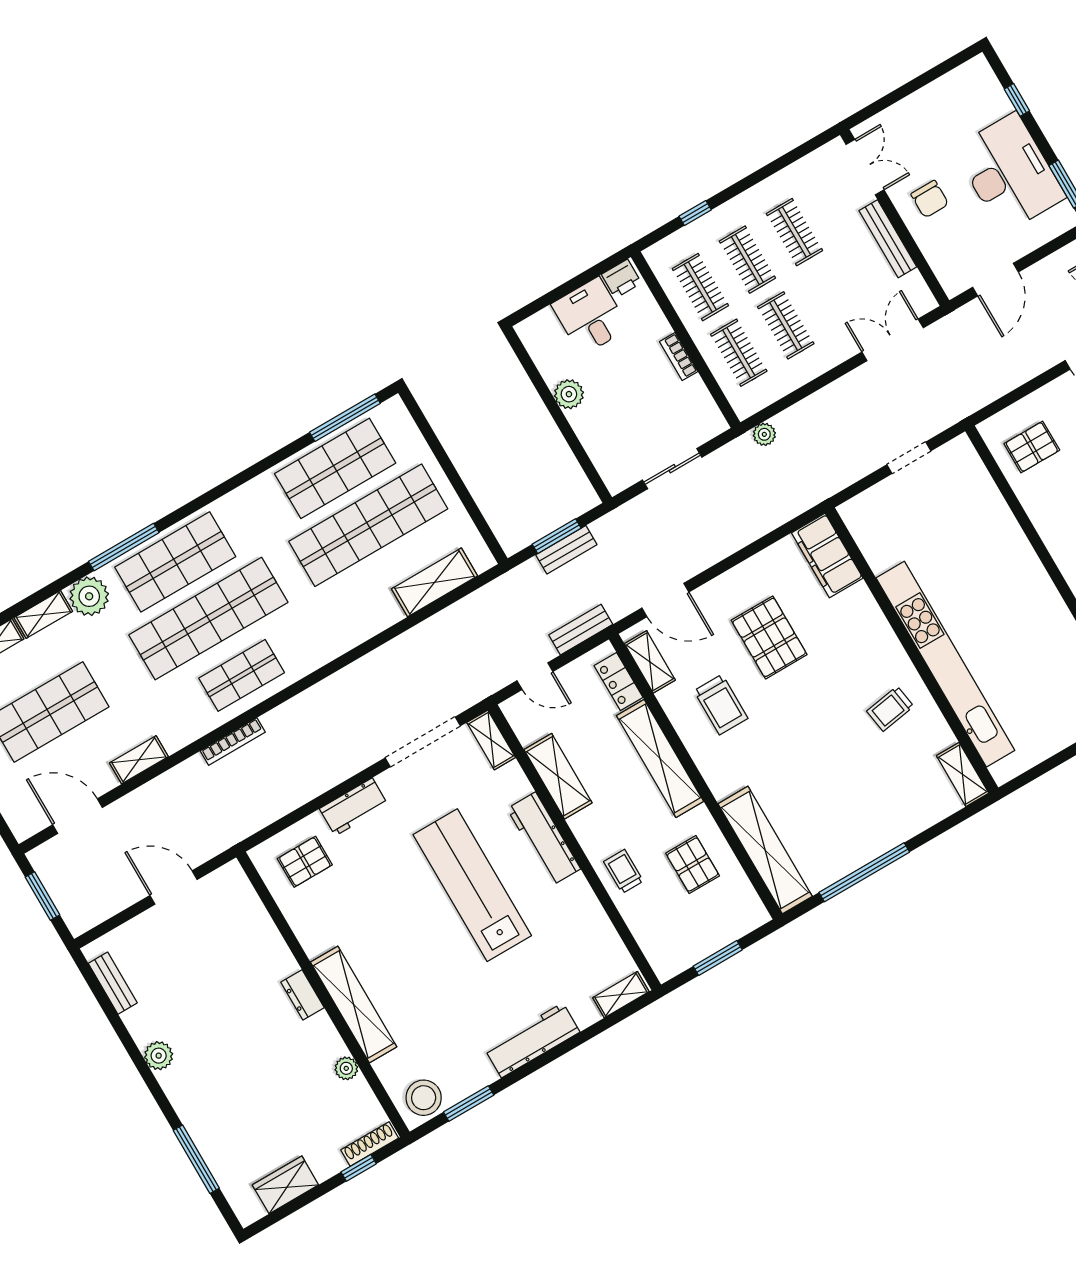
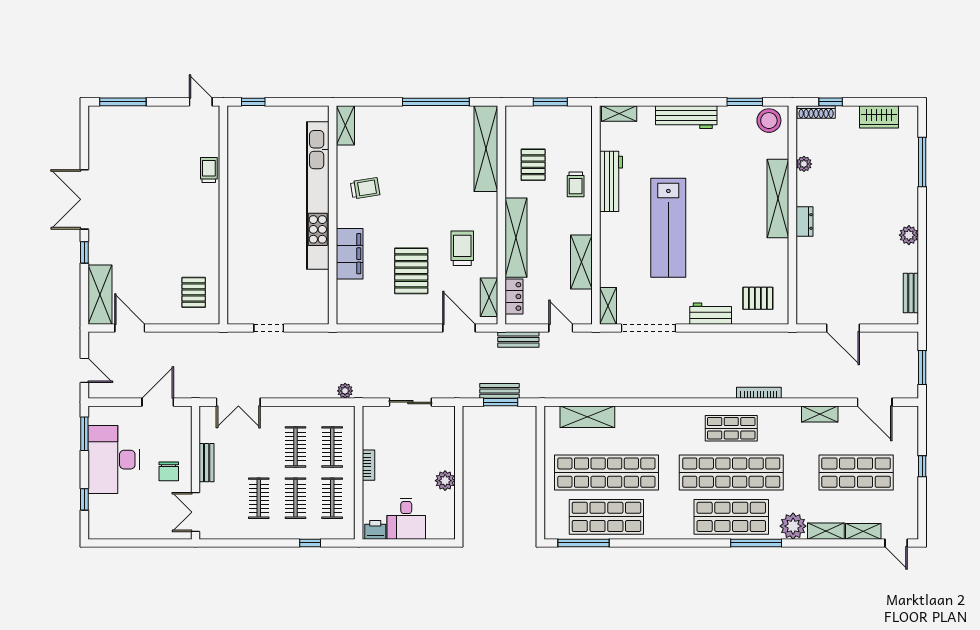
chair: (930, 199) -> (169, 471), turned 180
bench: (888, 239) -> (207, 463), width x0.73
pallet: (1032, 447) -> (194, 292), turned 90
filing cabinet: (827, 555) -> (350, 254), moved
workbench: (544, 839) -> (611, 181), moved

